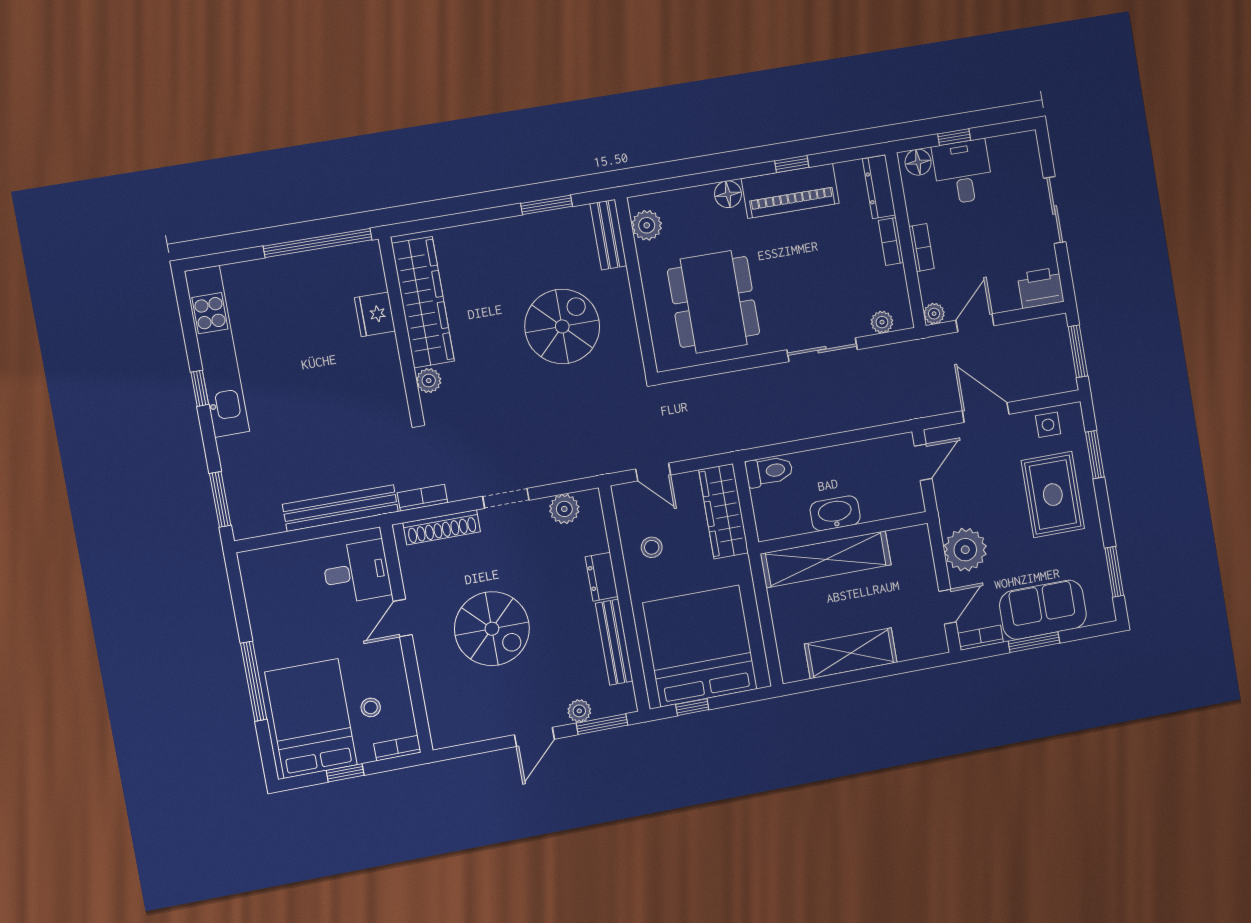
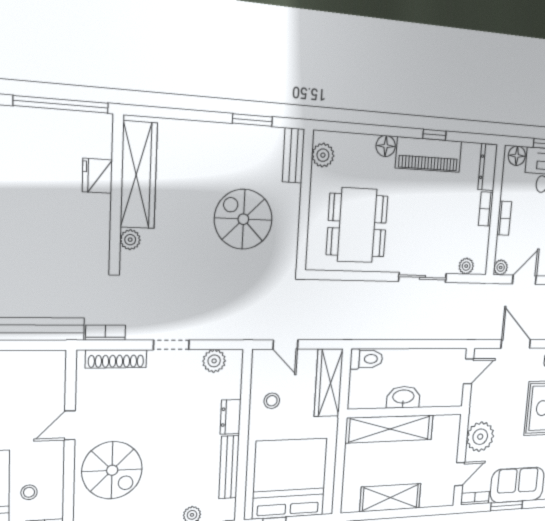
spiral stairs: (562, 326) -> (243, 219), turned -90
desk: (357, 572) -> (39, 383), removed
spiral stairs: (492, 629) -> (112, 470), moved

